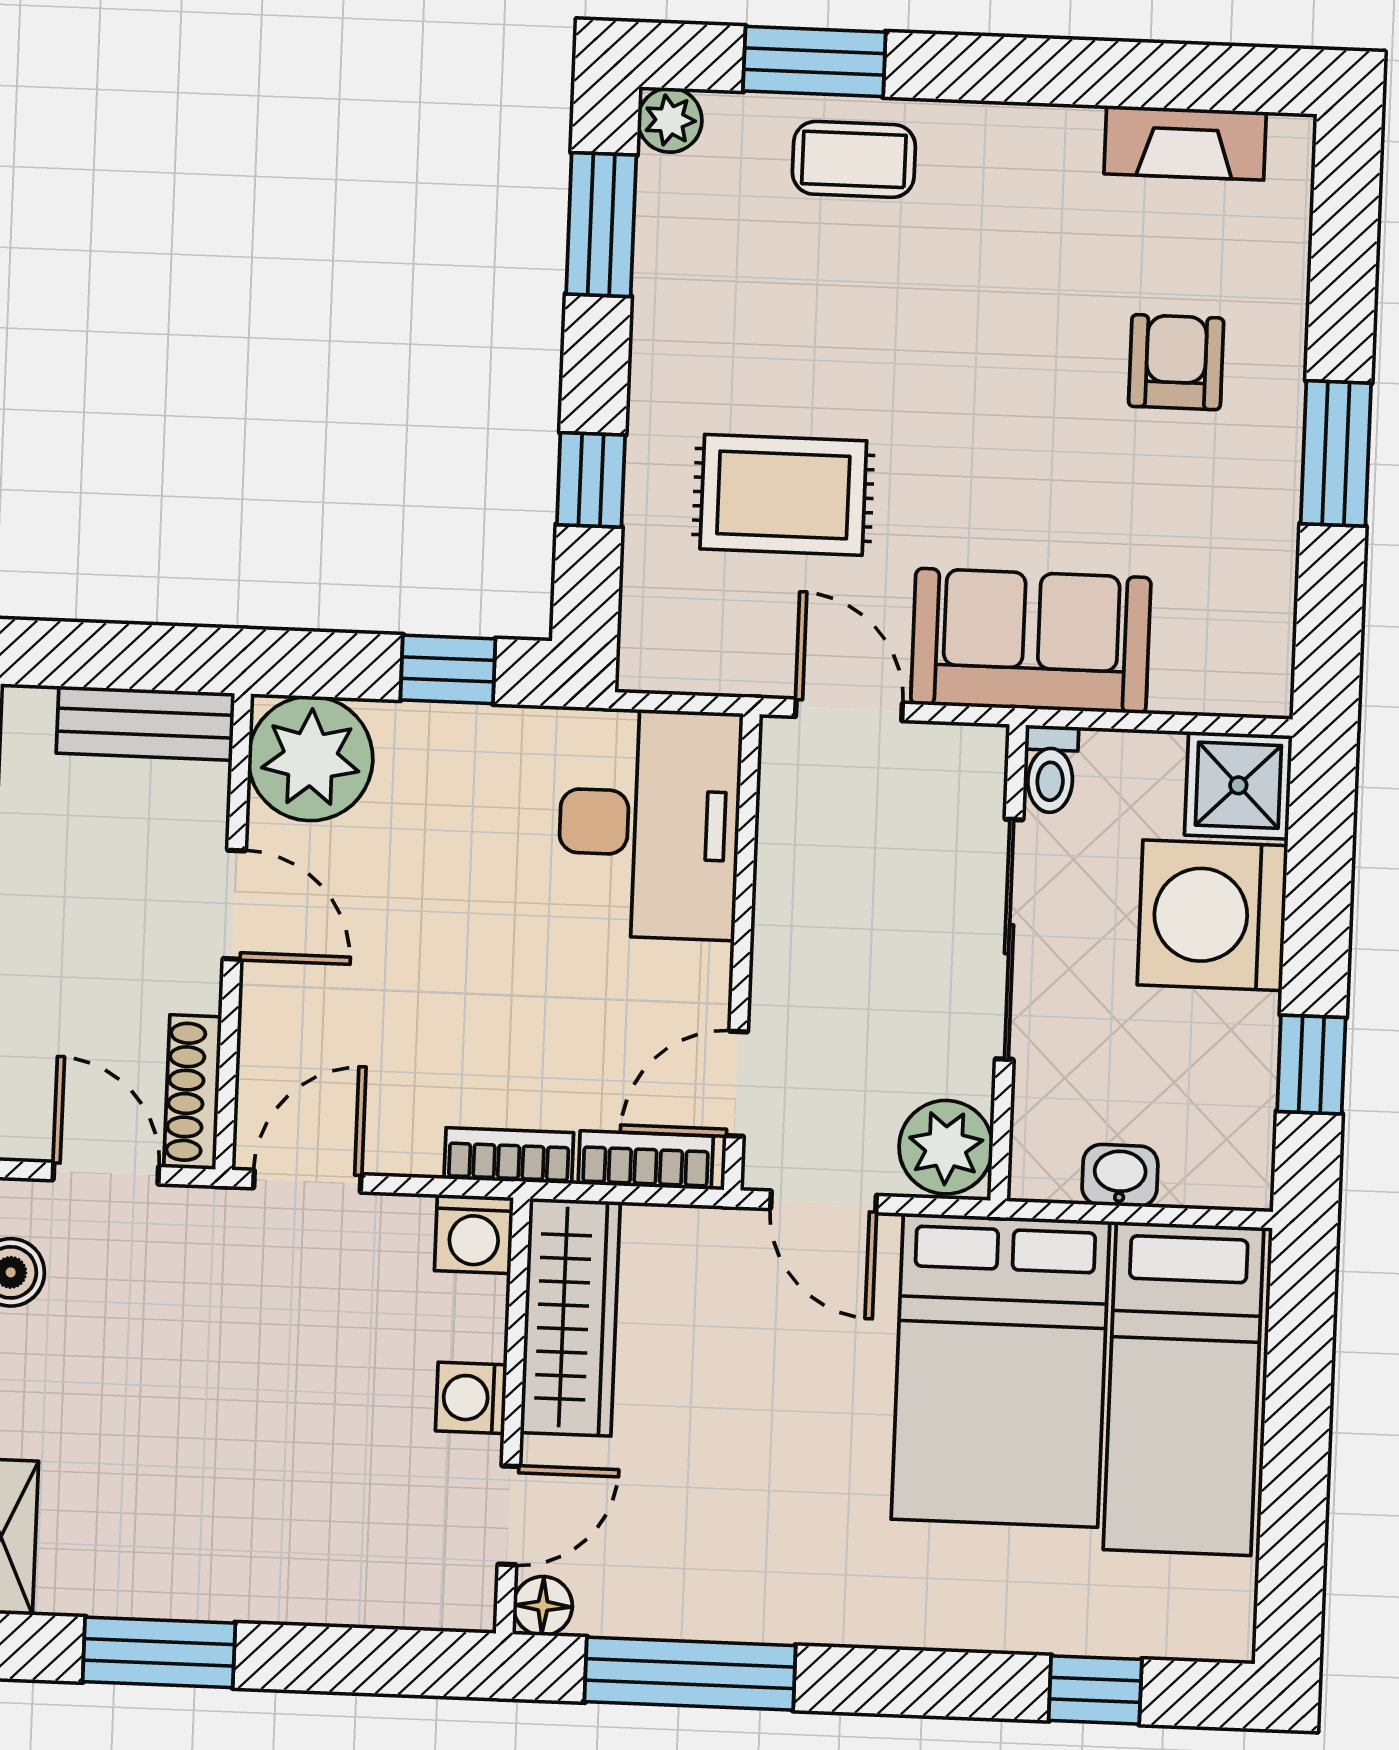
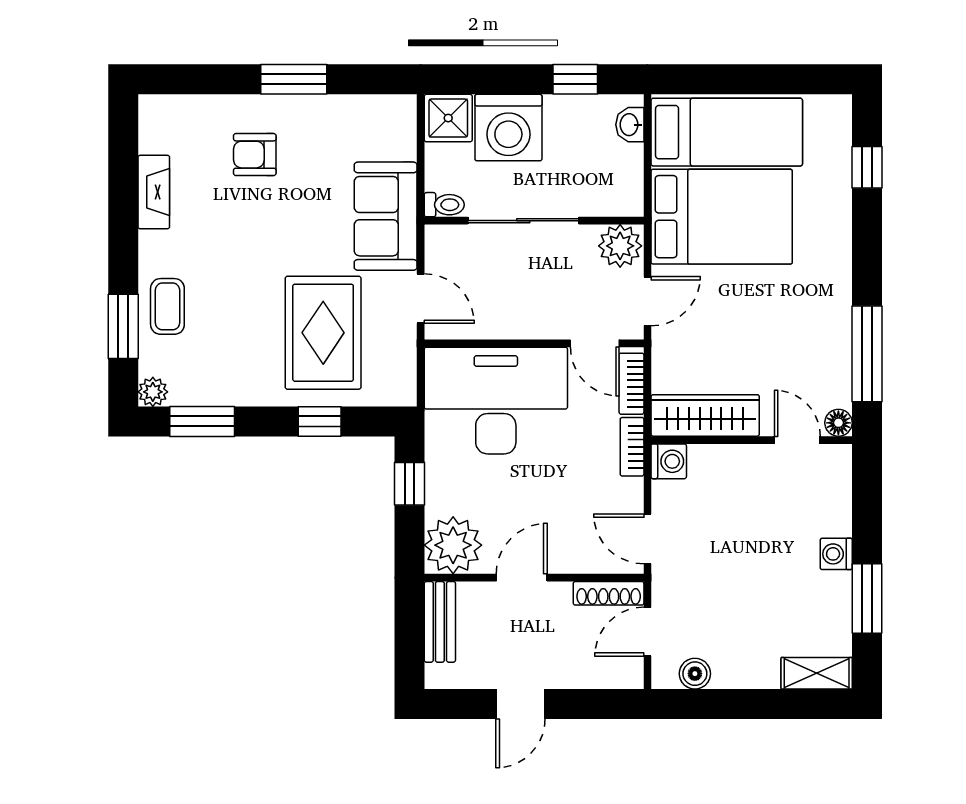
fireplace: (1185, 143) -> (154, 192), moved
rug: (783, 495) -> (323, 333), width x1.36, depth x1.43
door: (849, 710) -> (421, 299), swing flipped
desk: (649, 824) -> (496, 401), width x1.36, depth x1.30
washbasin: (1120, 1175) -> (630, 125), moved
washing machine: (471, 1398) -> (836, 554), moved, turned 90

